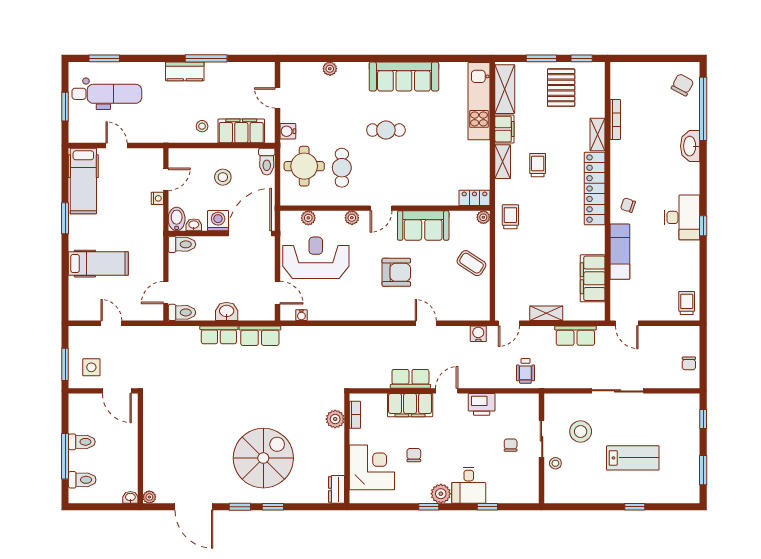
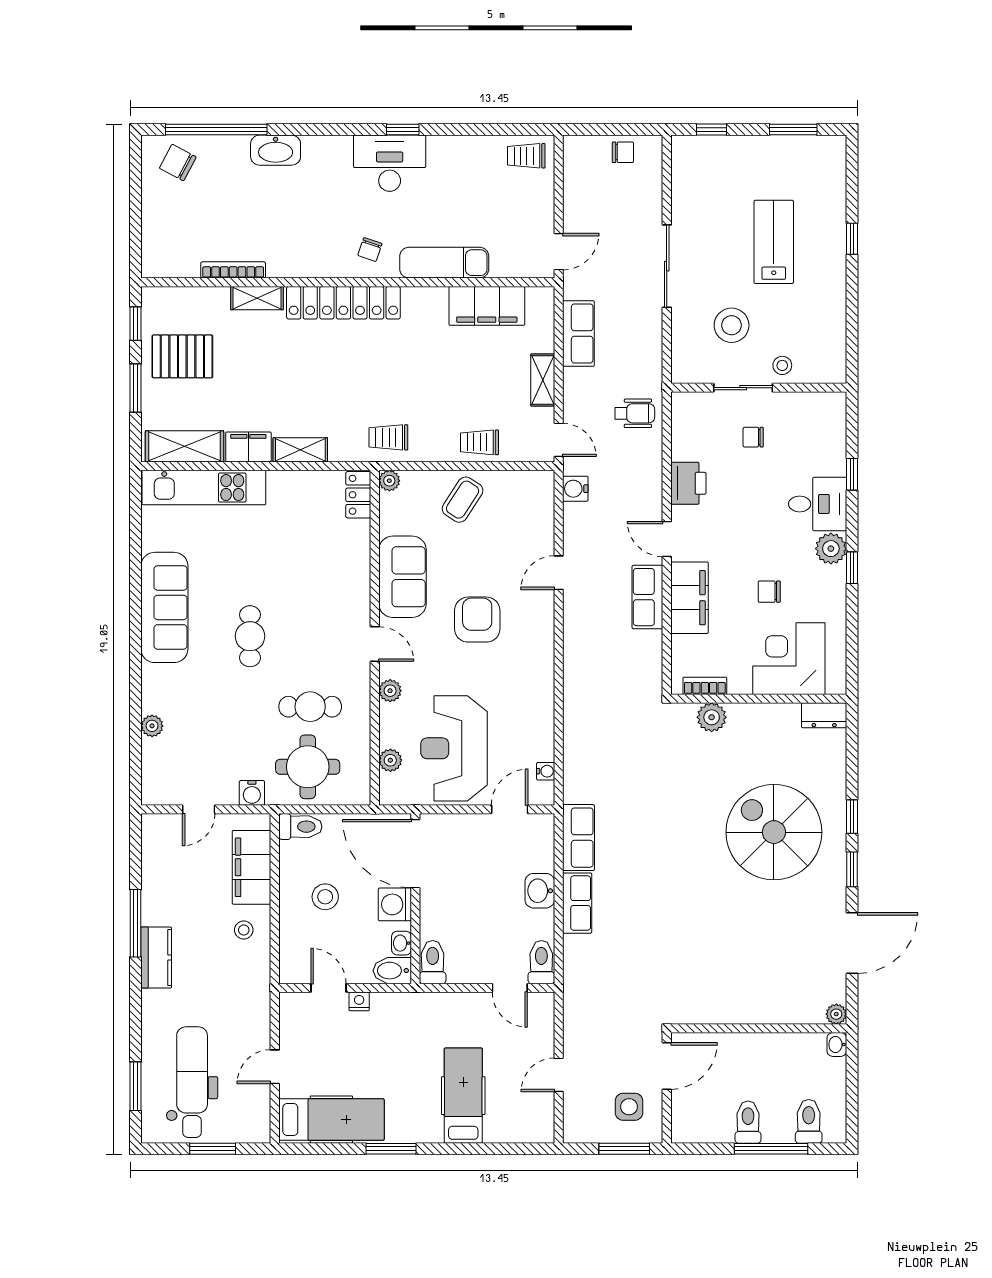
trolley: (538, 165) -> (479, 442), moved

